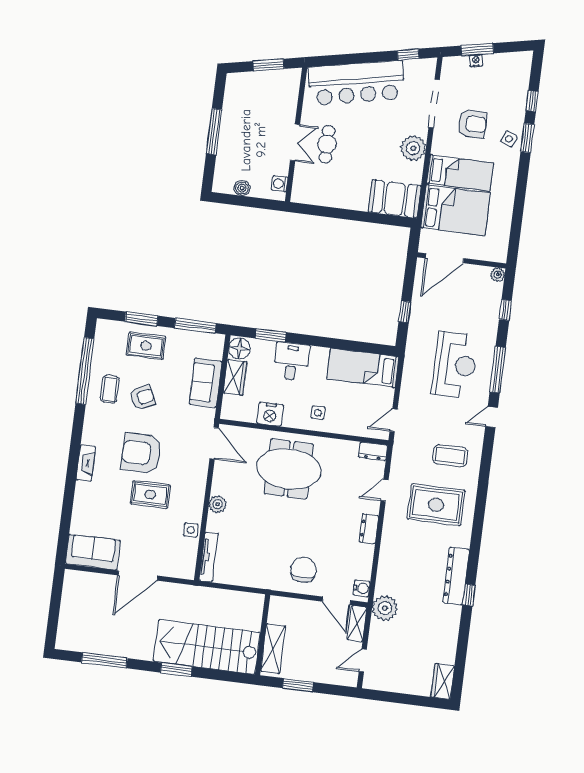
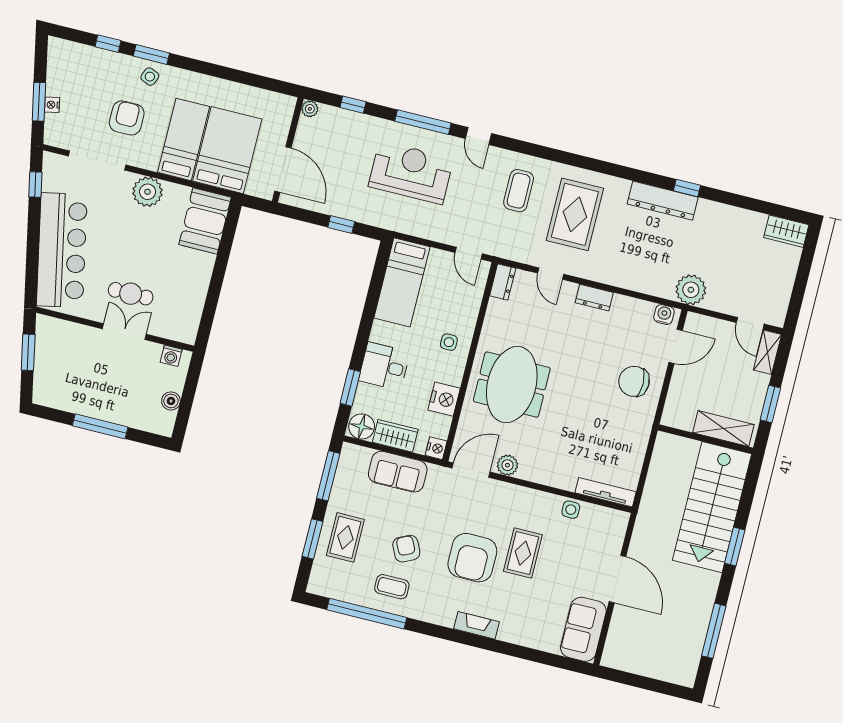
nightstand: (229, 412) -> (436, 448), added
plant: (218, 504) -> (507, 465), moved
shelving: (357, 624) -> (767, 352), moved, turned 90

